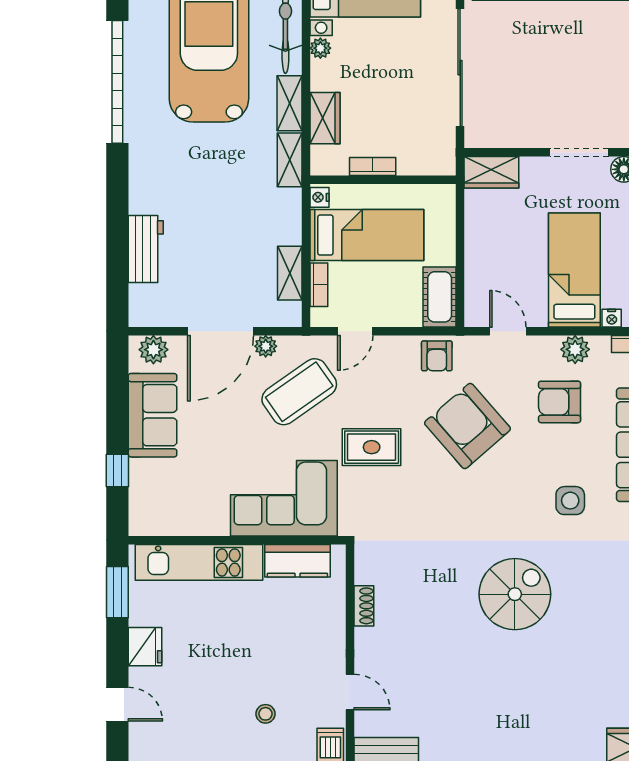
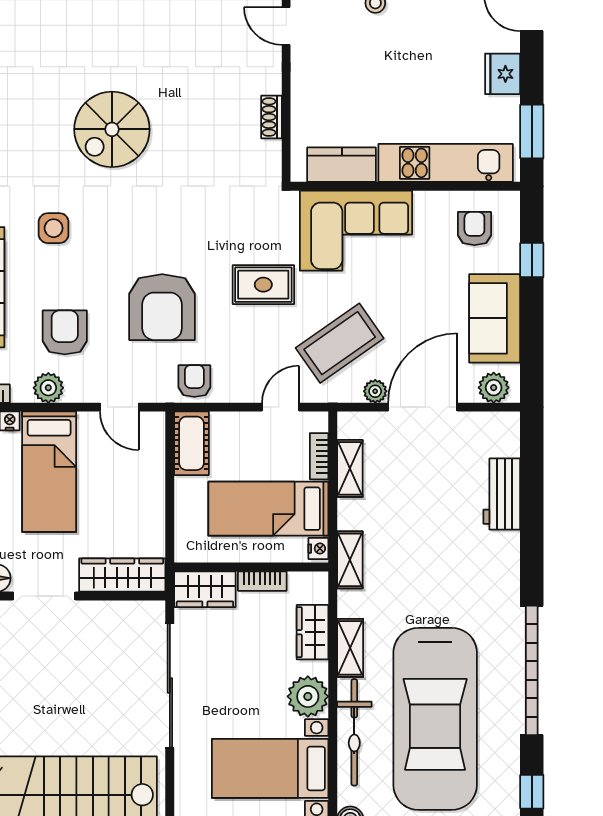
plant: (320, 48) -> (308, 696), width x1.88, depth x1.88
wardrobe: (427, 159) -> (205, 589), added
shelving: (290, 160) -> (350, 560), moved
wardrobe: (491, 172) -> (122, 575), width x1.50
armchair: (560, 402) -> (65, 332), turned -90
armchair: (467, 426) -> (162, 307), turned 41
armchair: (172, 500) -> (474, 229), added

